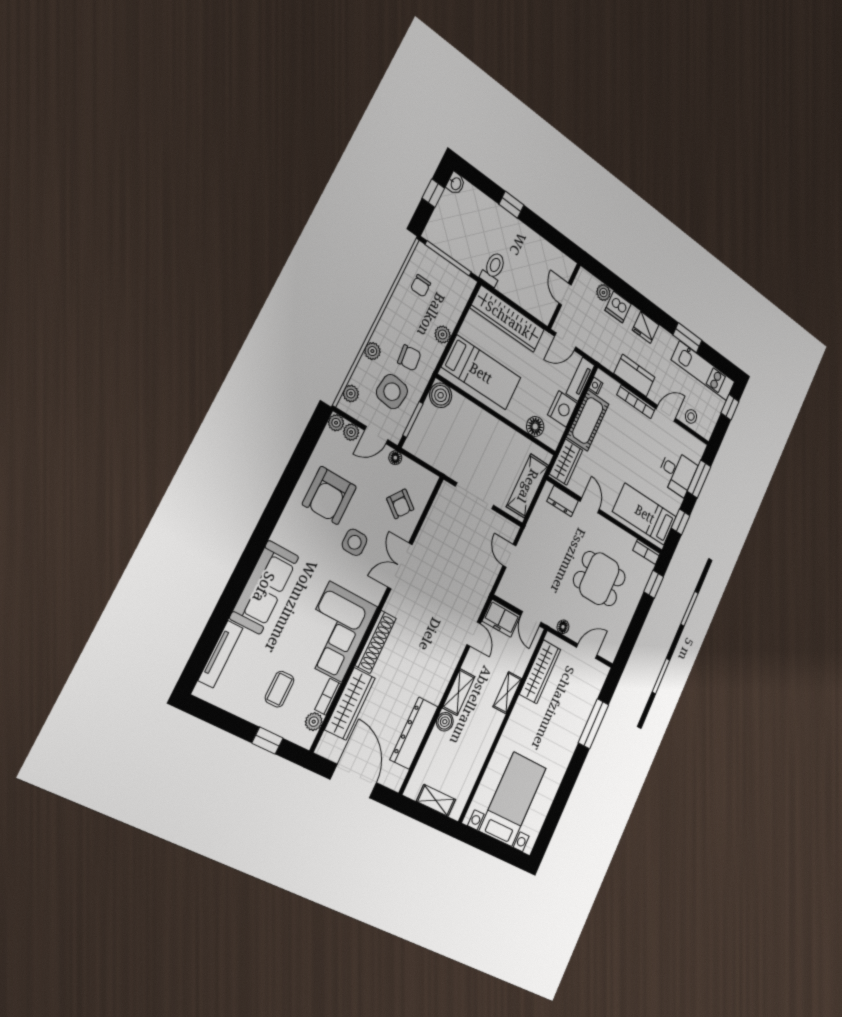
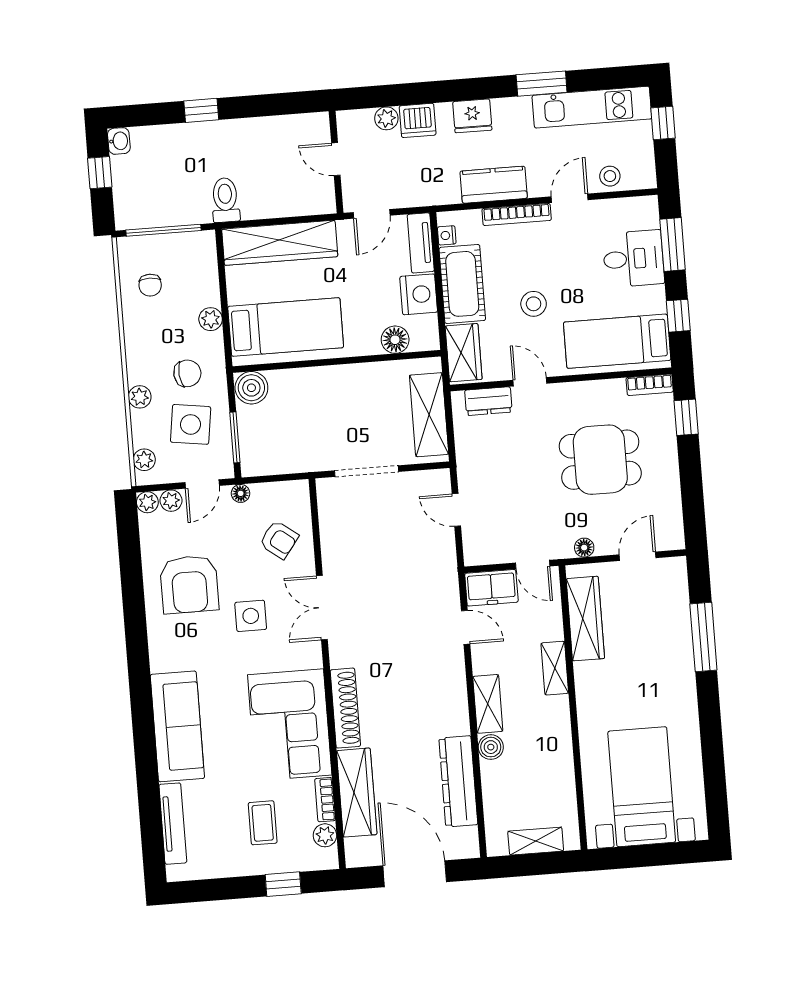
stool: (616, 460) -> (534, 304), added

